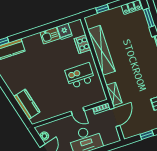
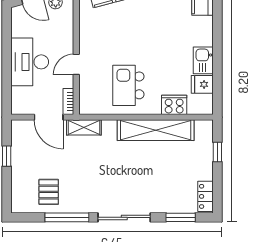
kitchen island: (80, 76) -> (128, 85), turned 180

